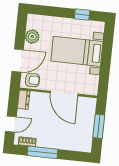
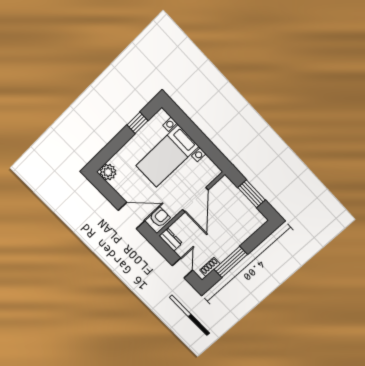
plant: (32, 37) -> (108, 172), moved
door: (18, 60) -> (131, 216), hinge flipped
door: (64, 93) -> (195, 200), hinge flipped

